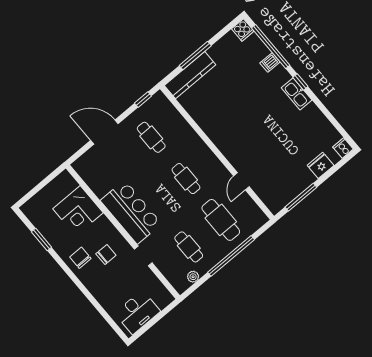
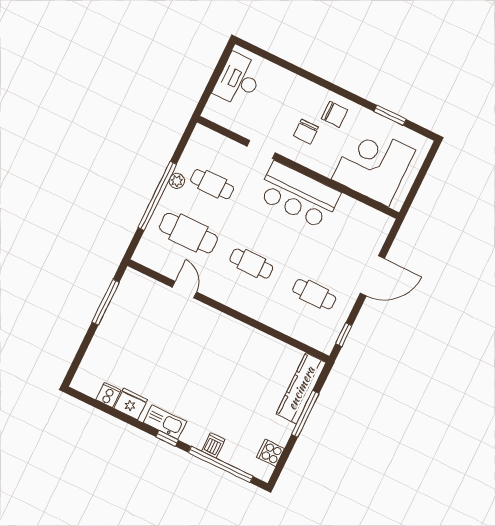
cooker: (243, 30) -> (270, 453), moved
cooker: (343, 148) -> (108, 395), moved, turned -90
fridge: (321, 165) -> (131, 404), moved, turned -90
corner desk: (78, 211) -> (373, 165), width x1.36, depth x1.36
plant: (193, 277) -> (177, 181), moved

